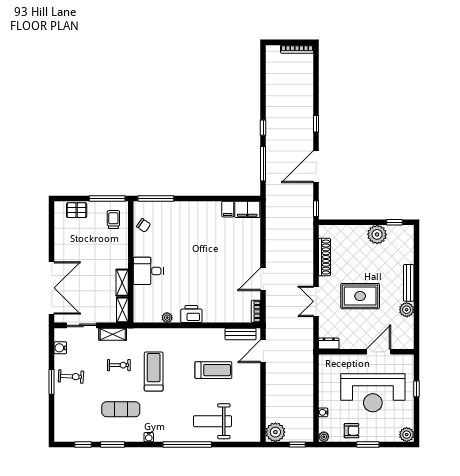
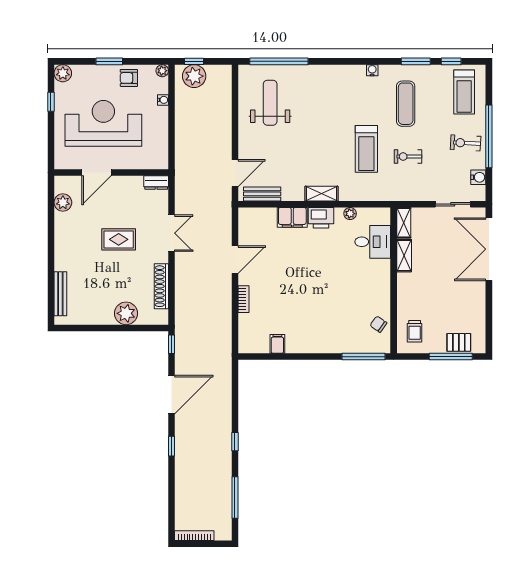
window: (263, 164) -> (235, 498), moved
window: (107, 198) -> (451, 357), moved
filing cabinet: (247, 209) -> (292, 217), moved, turned 180
window: (394, 222) -> (77, 328), removed
plant: (377, 234) -> (126, 313), moved
desk: (148, 271) -> (373, 242), moved
bench: (409, 283) -> (60, 294), moved
rug: (360, 296) -> (119, 239), width x0.73, depth x0.70
plant: (407, 310) -> (63, 202), moved
bookcase: (256, 311) -> (244, 299), moved
shelving: (113, 334) -> (321, 194), moved
treadmill: (213, 370) -> (464, 92), moved, turned -90
window: (52, 382) -> (489, 136), width x2.11
window: (417, 389) -> (51, 102), moved
exercise mat: (121, 409) -> (406, 104), turned 90
weight bench: (213, 421) -> (270, 103), moved, turned -90
plant: (275, 432) -> (194, 76), moved
window: (187, 444) -> (279, 61), moved

